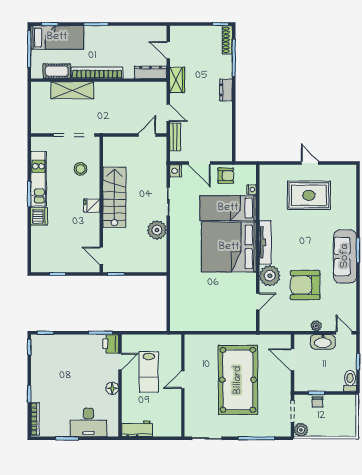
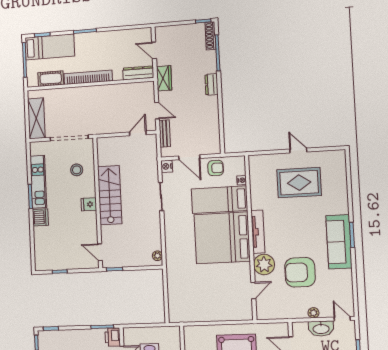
shelving: (72, 90) -> (36, 118), moved, turned 90
plant: (157, 230) -> (157, 256), moved, width x0.53, depth x0.53

